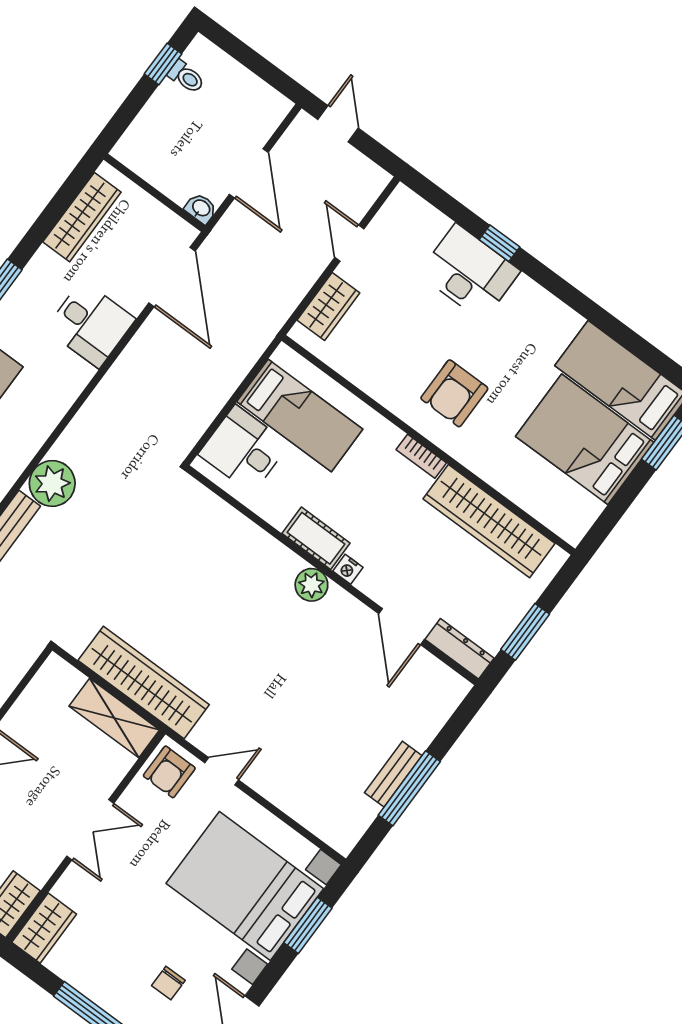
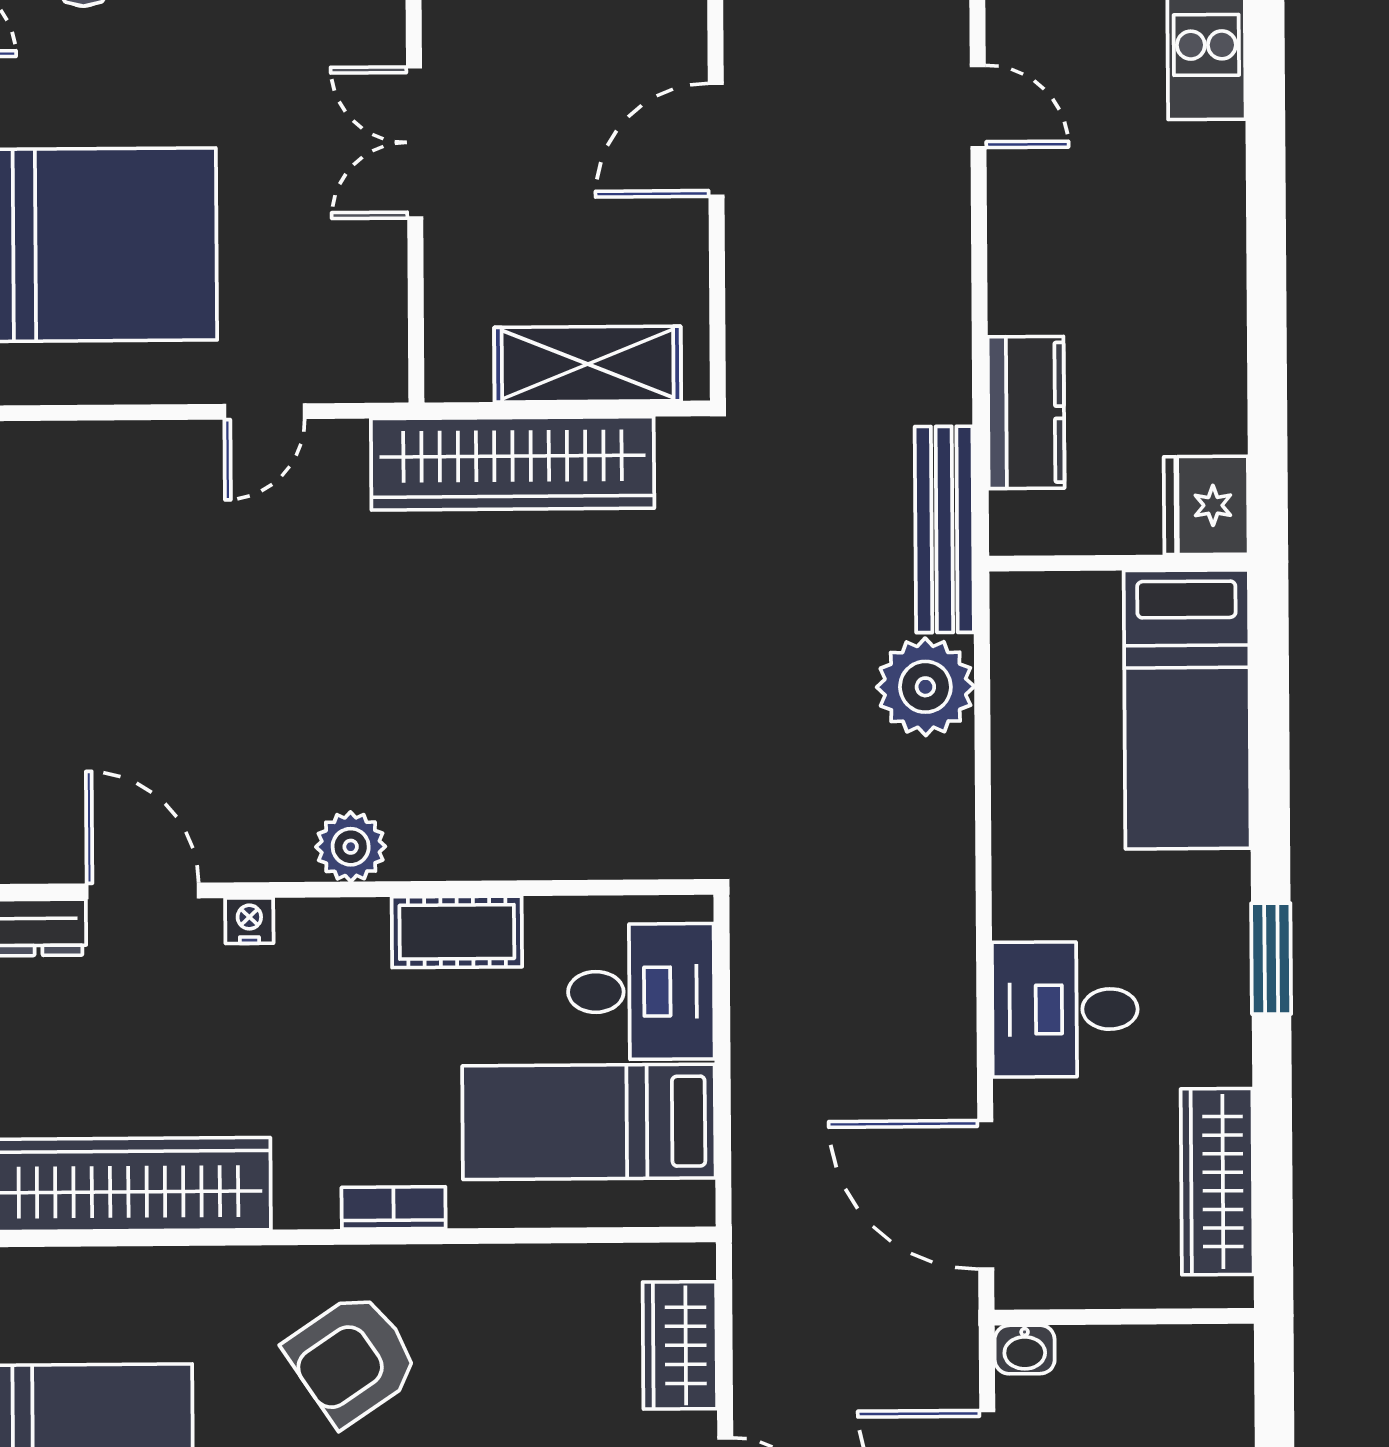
armchair: (454, 393) -> (352, 1359), turned -124
bookcase: (421, 456) -> (394, 1208), moved
cot: (316, 538) -> (457, 932), moved
nightstand: (348, 569) -> (249, 921), moved
shelving: (114, 718) -> (588, 364), moved
armchair: (169, 772) -> (354, 343), removed

